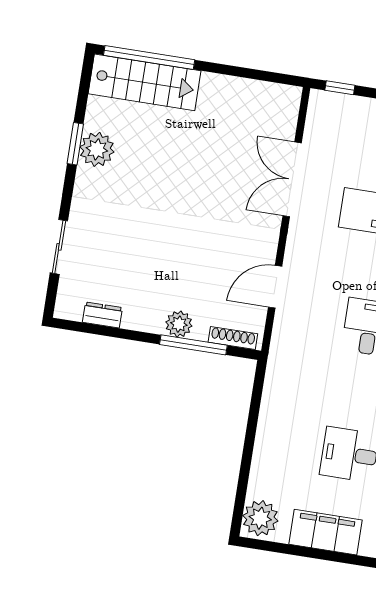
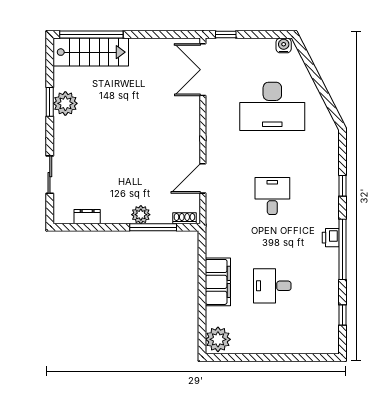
double door: (292, 179) -> (203, 70), moved
shoe rack: (233, 338) -> (184, 218), width x0.70
filing cabinet: (326, 532) -> (218, 282), moved, turned 90

